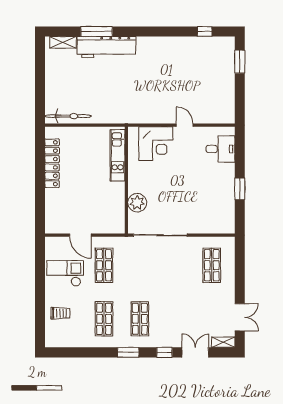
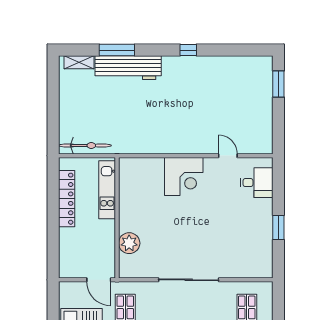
window: (205, 31) -> (188, 50), moved
door: (185, 125) -> (228, 156), moved
kitchen unit: (118, 155) -> (107, 190), moved
wall: (126, 180) -> (117, 218), moved
plant: (137, 203) -> (129, 243), moved

